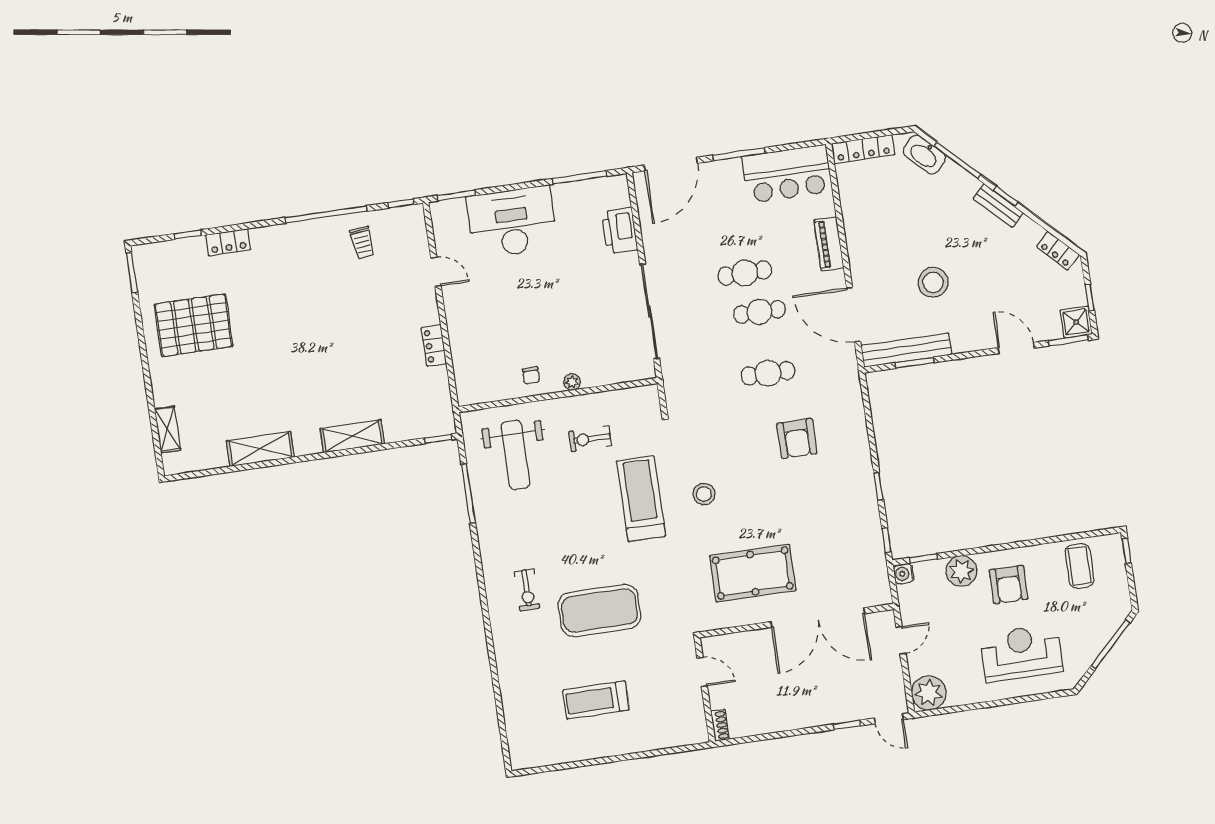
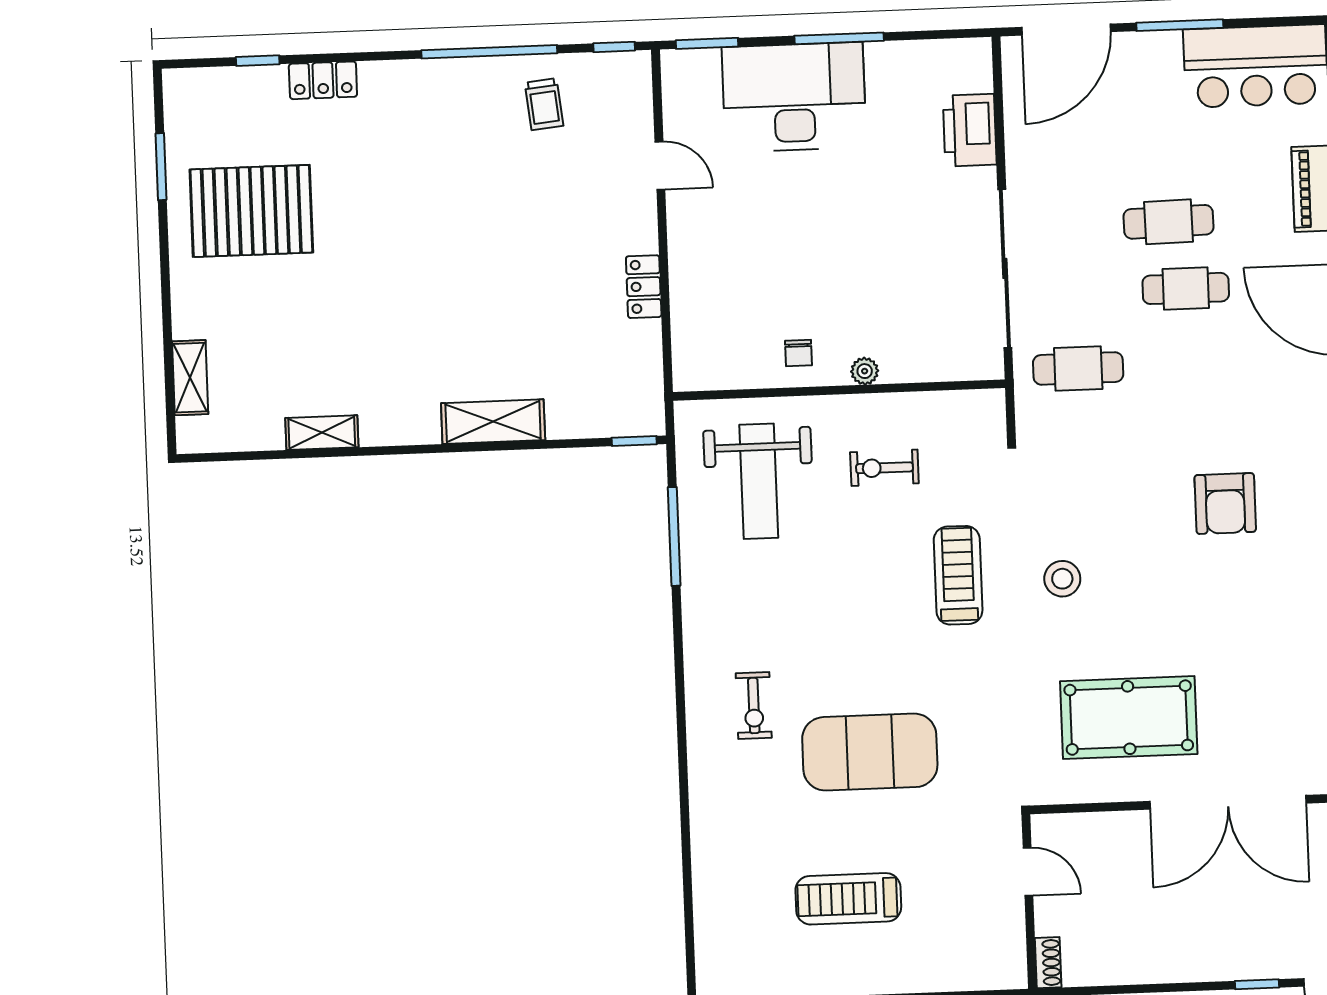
window: (579, 177) -> (839, 38), moved
window: (132, 273) -> (161, 167), moved
cafe table: (768, 373) -> (1078, 368), moved
shelving: (260, 449) -> (322, 433), width x0.67, depth x0.75
treadmill: (641, 499) -> (958, 575), width x0.73, depth x0.73

